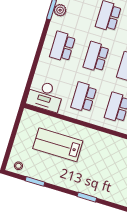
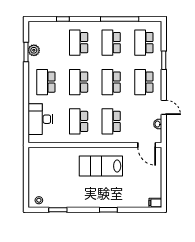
desk: (45, 96) -> (40, 119), moved, turned 90
lab bench: (58, 145) -> (101, 166), moved

